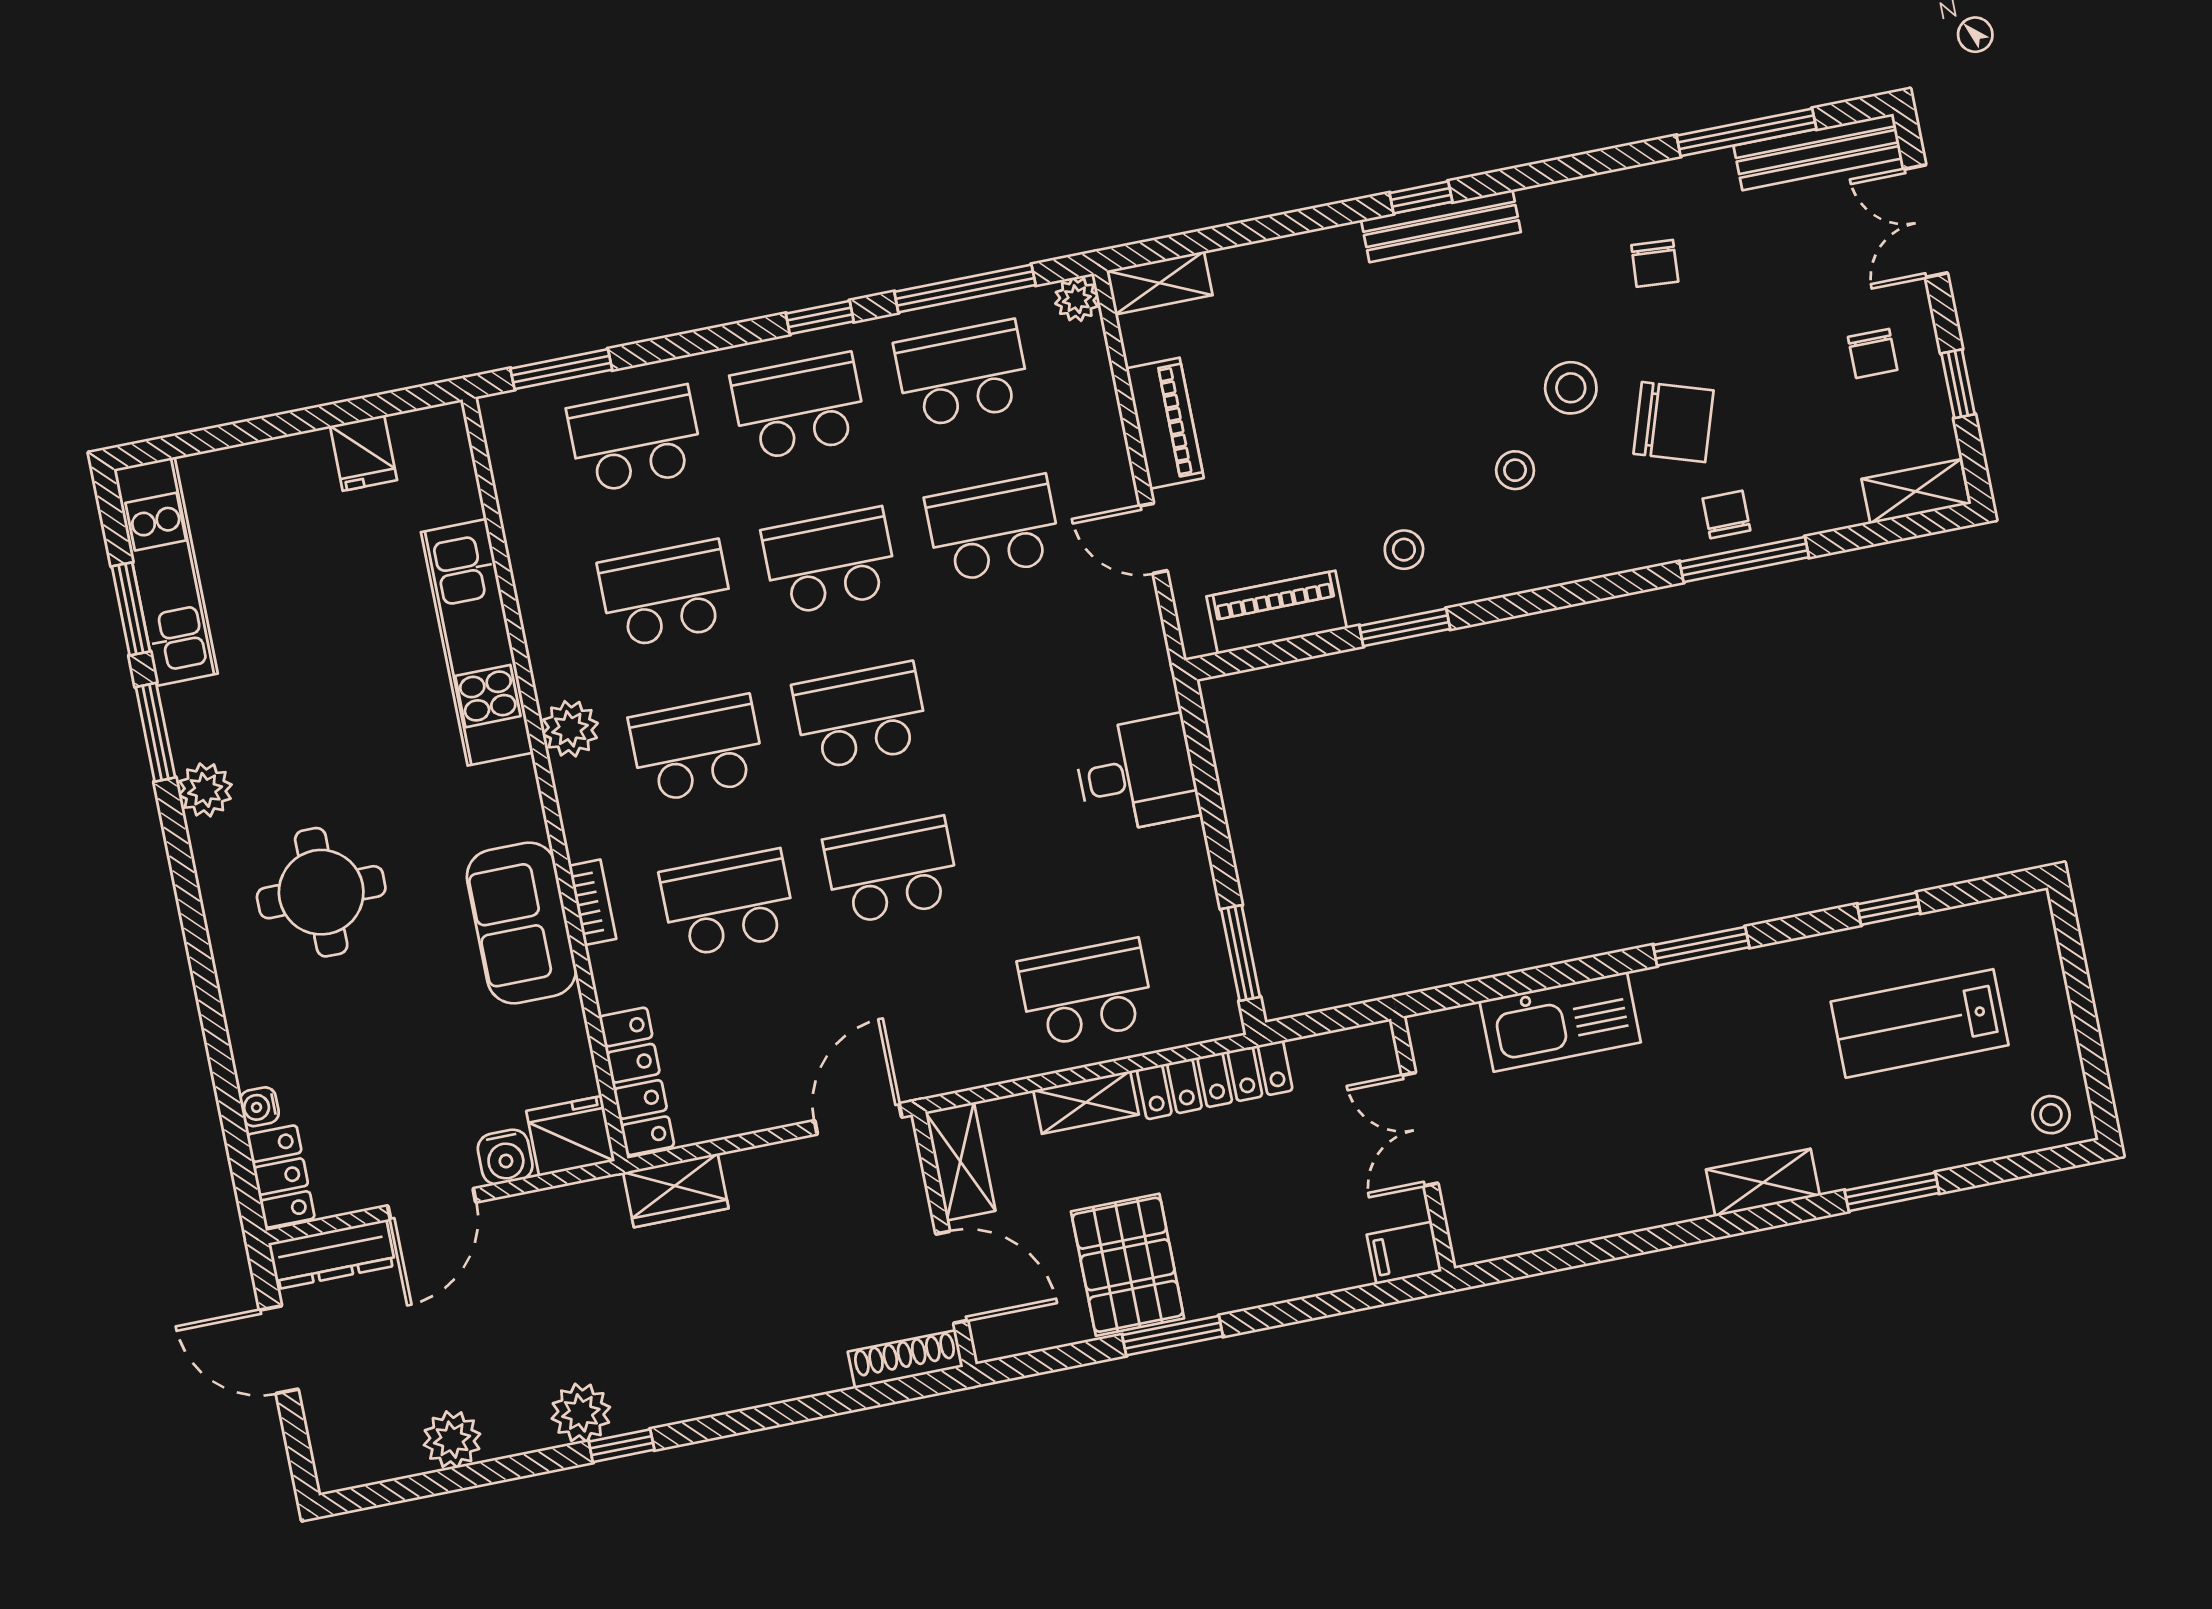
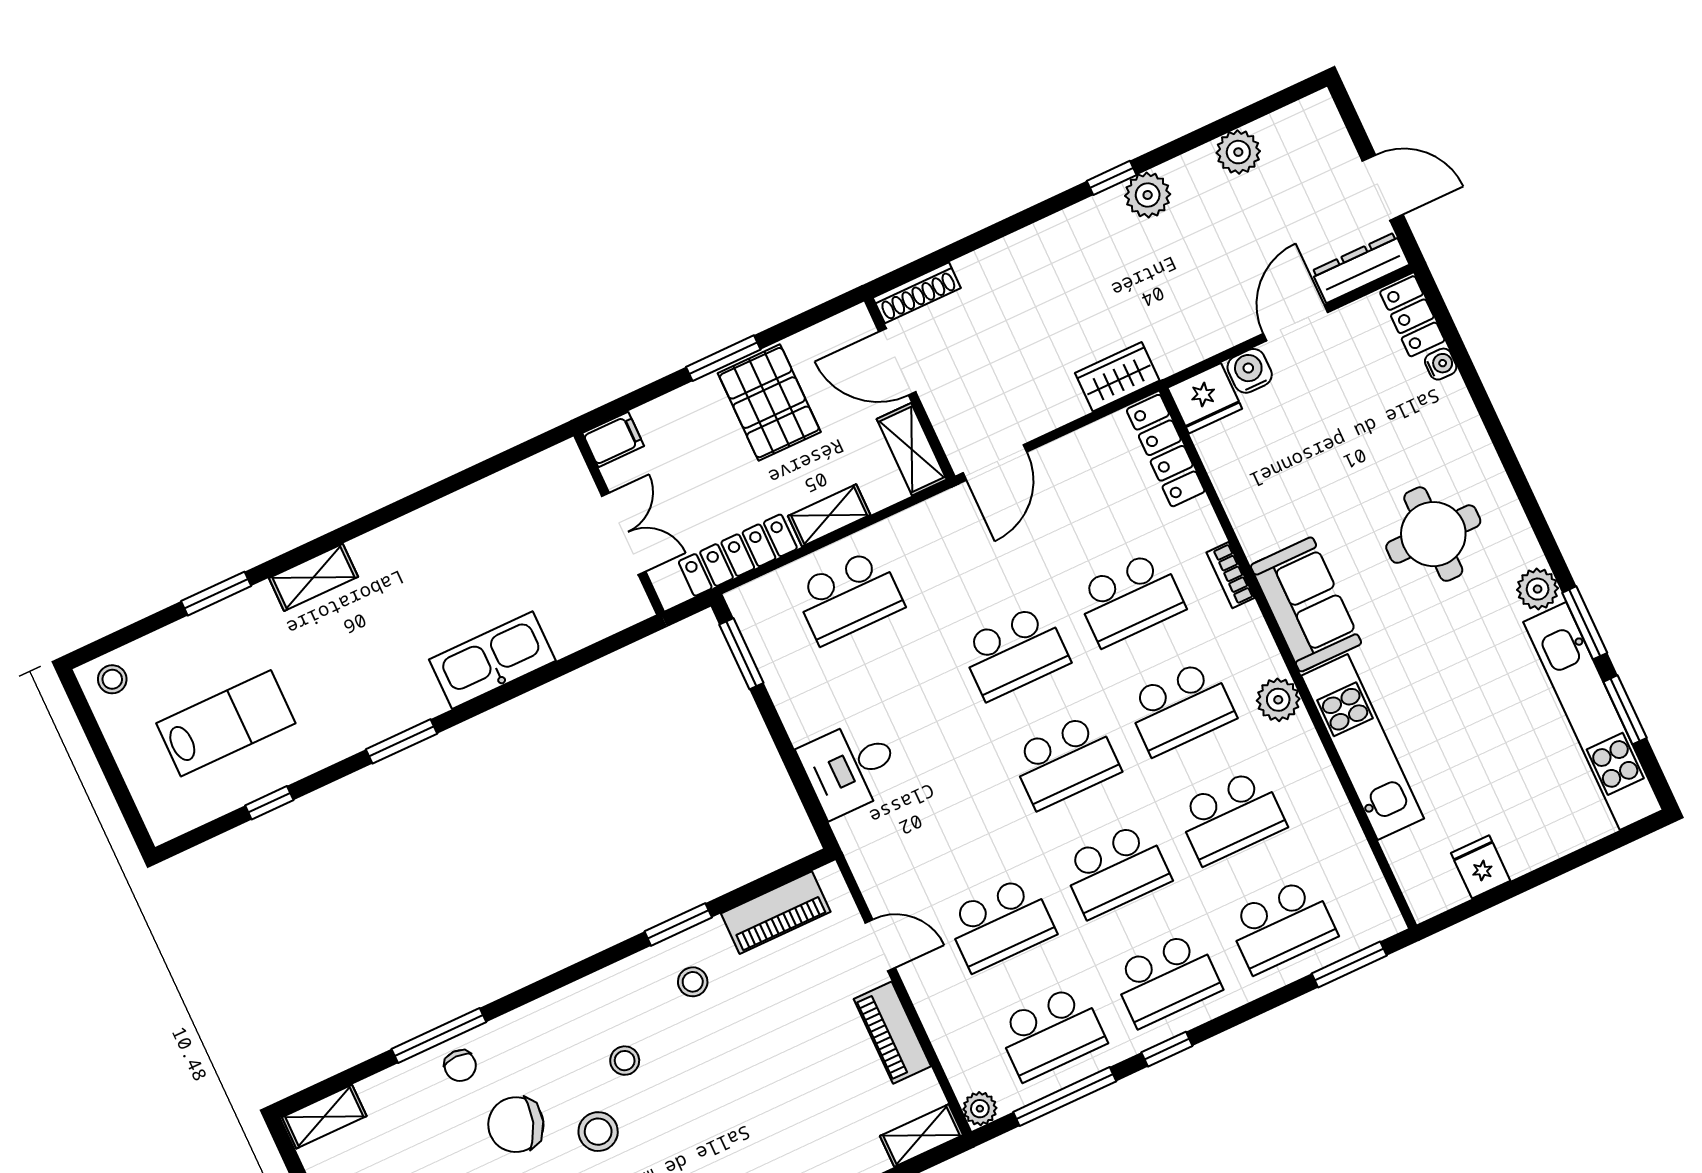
kitchen unit: (166, 571) -> (1593, 716), width x1.36
sofa: (522, 923) -> (1306, 604), moved
double door: (1420, 1129) -> (624, 534), moved
wall: (1423, 1144) -> (619, 524), moved
filing cabinet: (1404, 1253) -> (613, 440), moved

